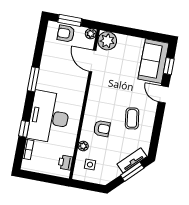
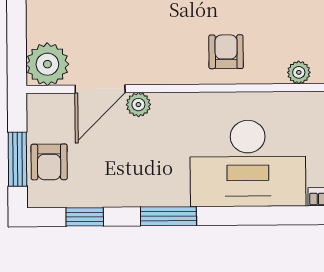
plant: (91, 34) -> (138, 105), moved
window: (24, 129) -> (85, 217), moved
armchair: (102, 129) -> (226, 52), moved

